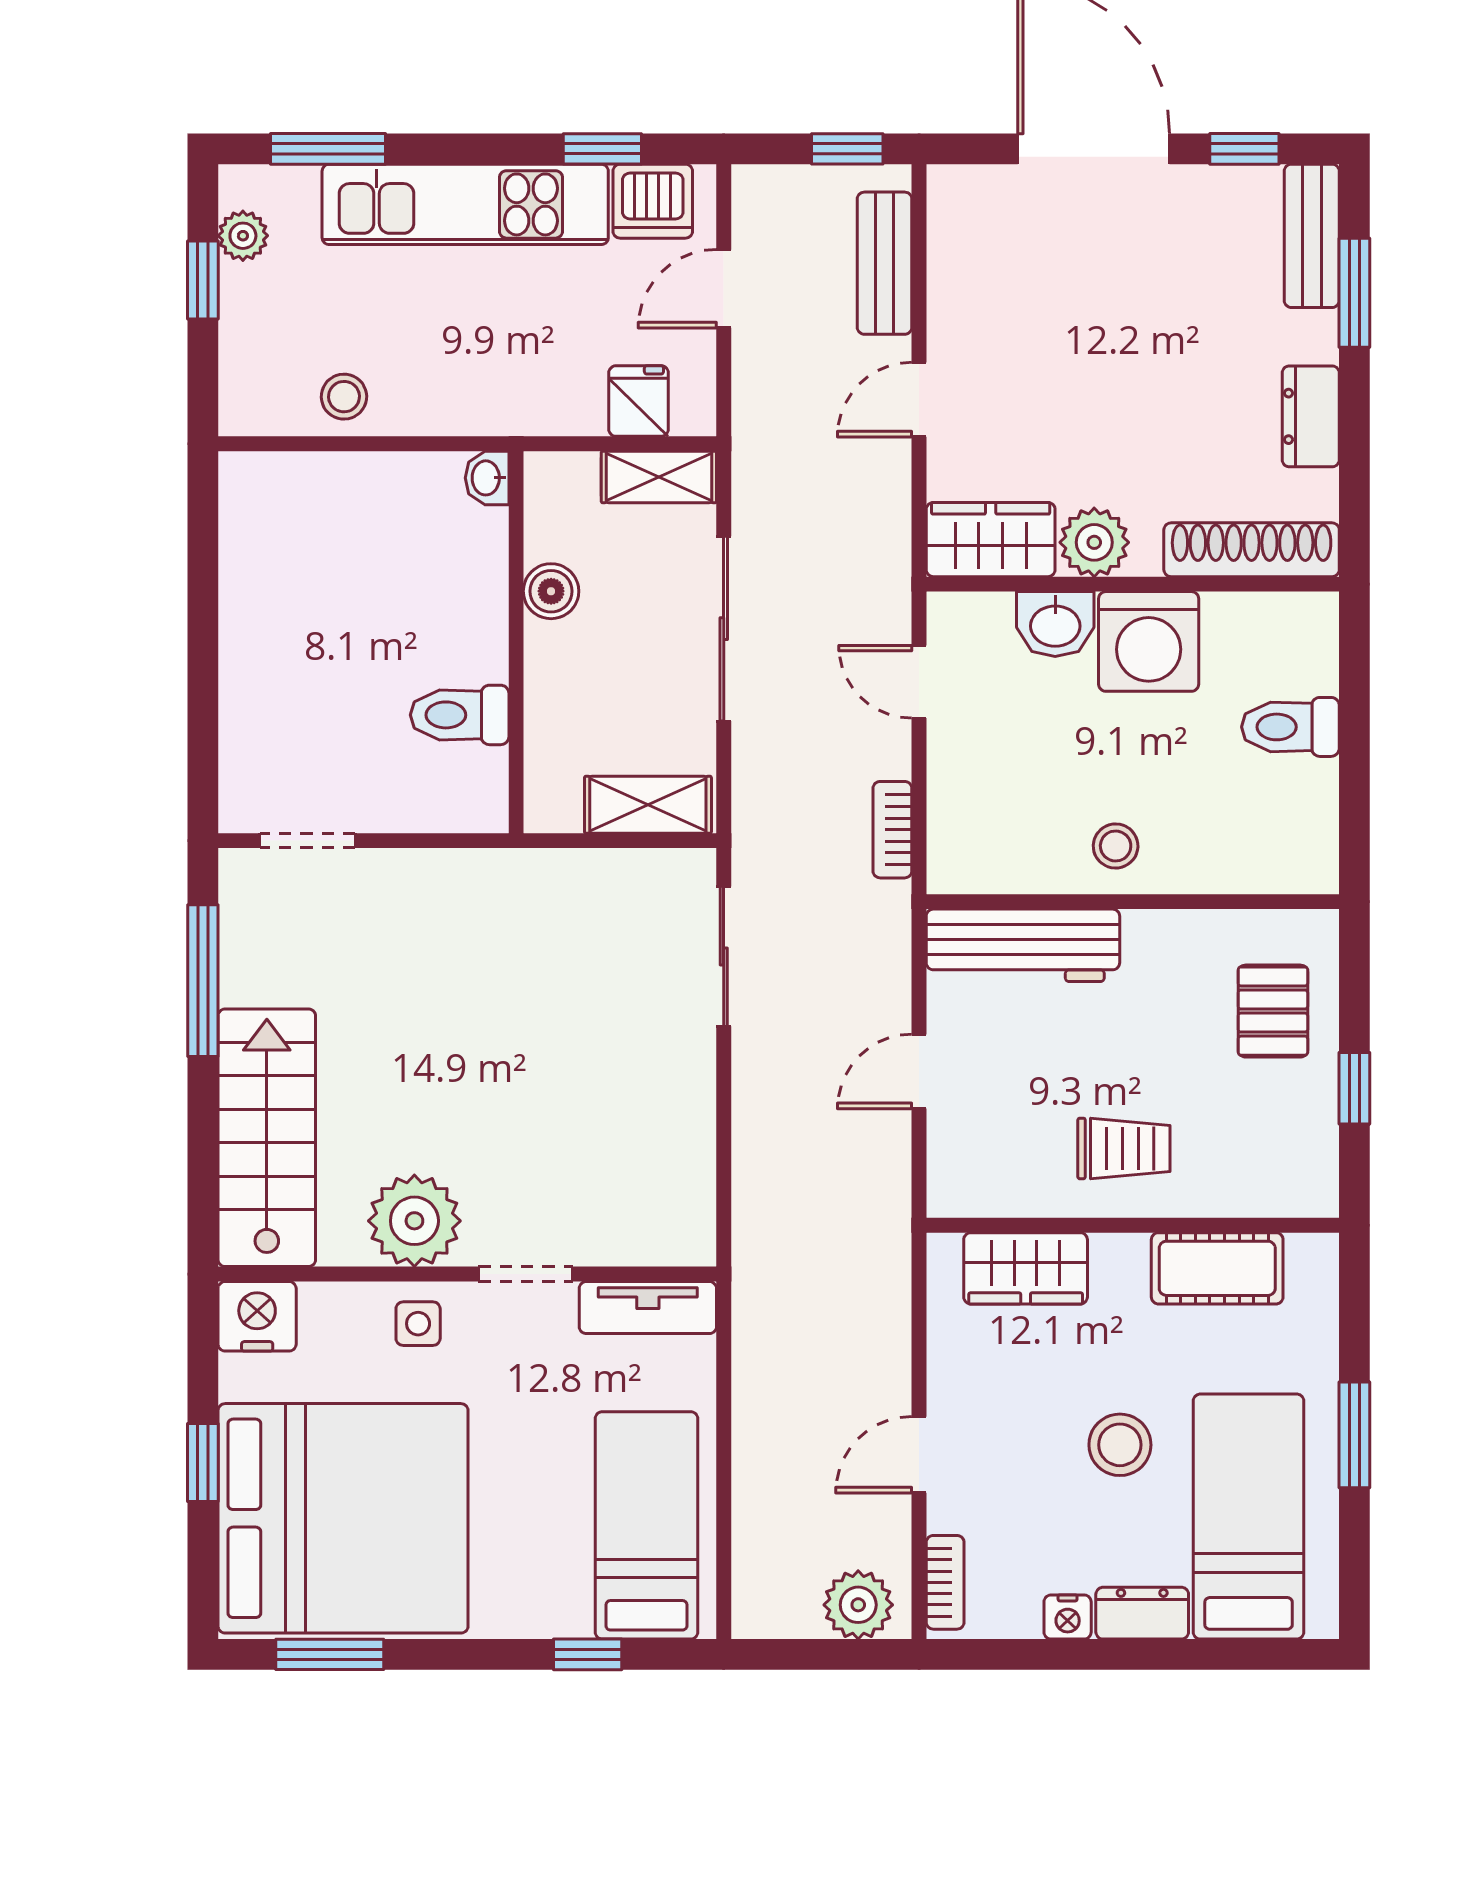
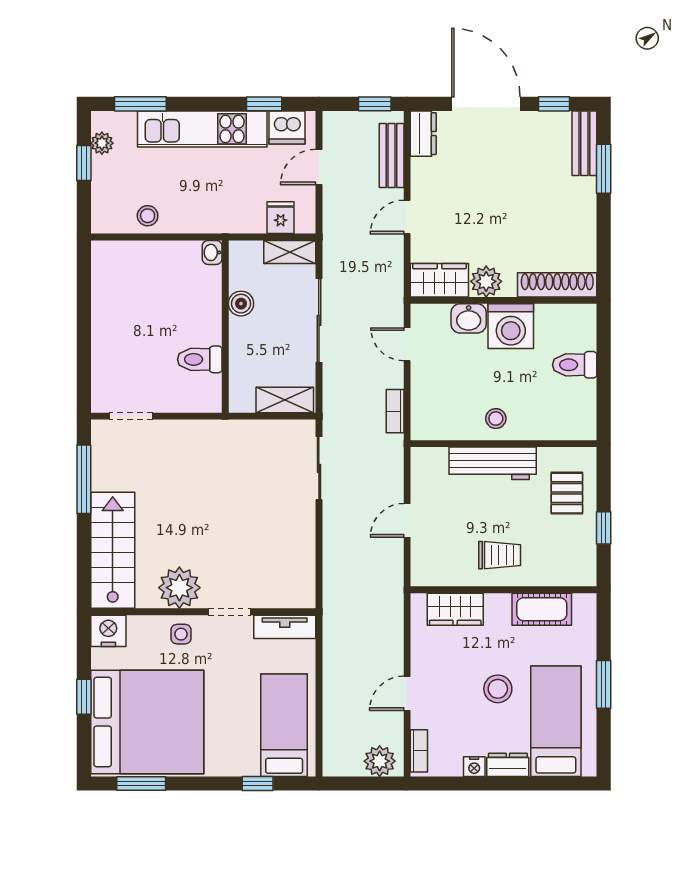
dresser: (1311, 416) -> (423, 134), moved, turned 180
workbench: (1023, 945) -> (493, 463), moved

